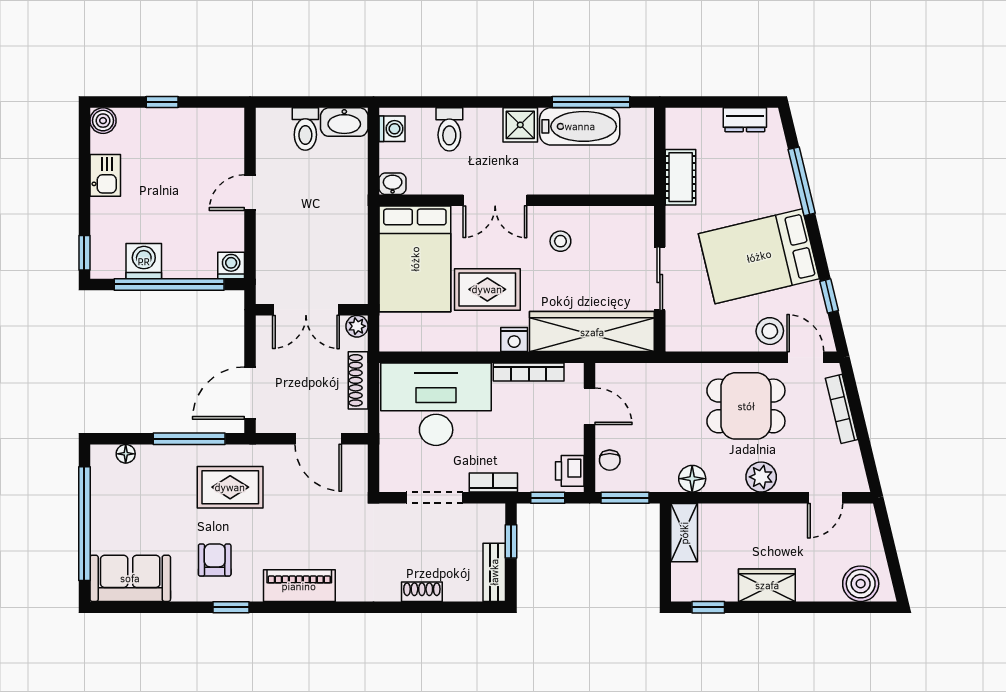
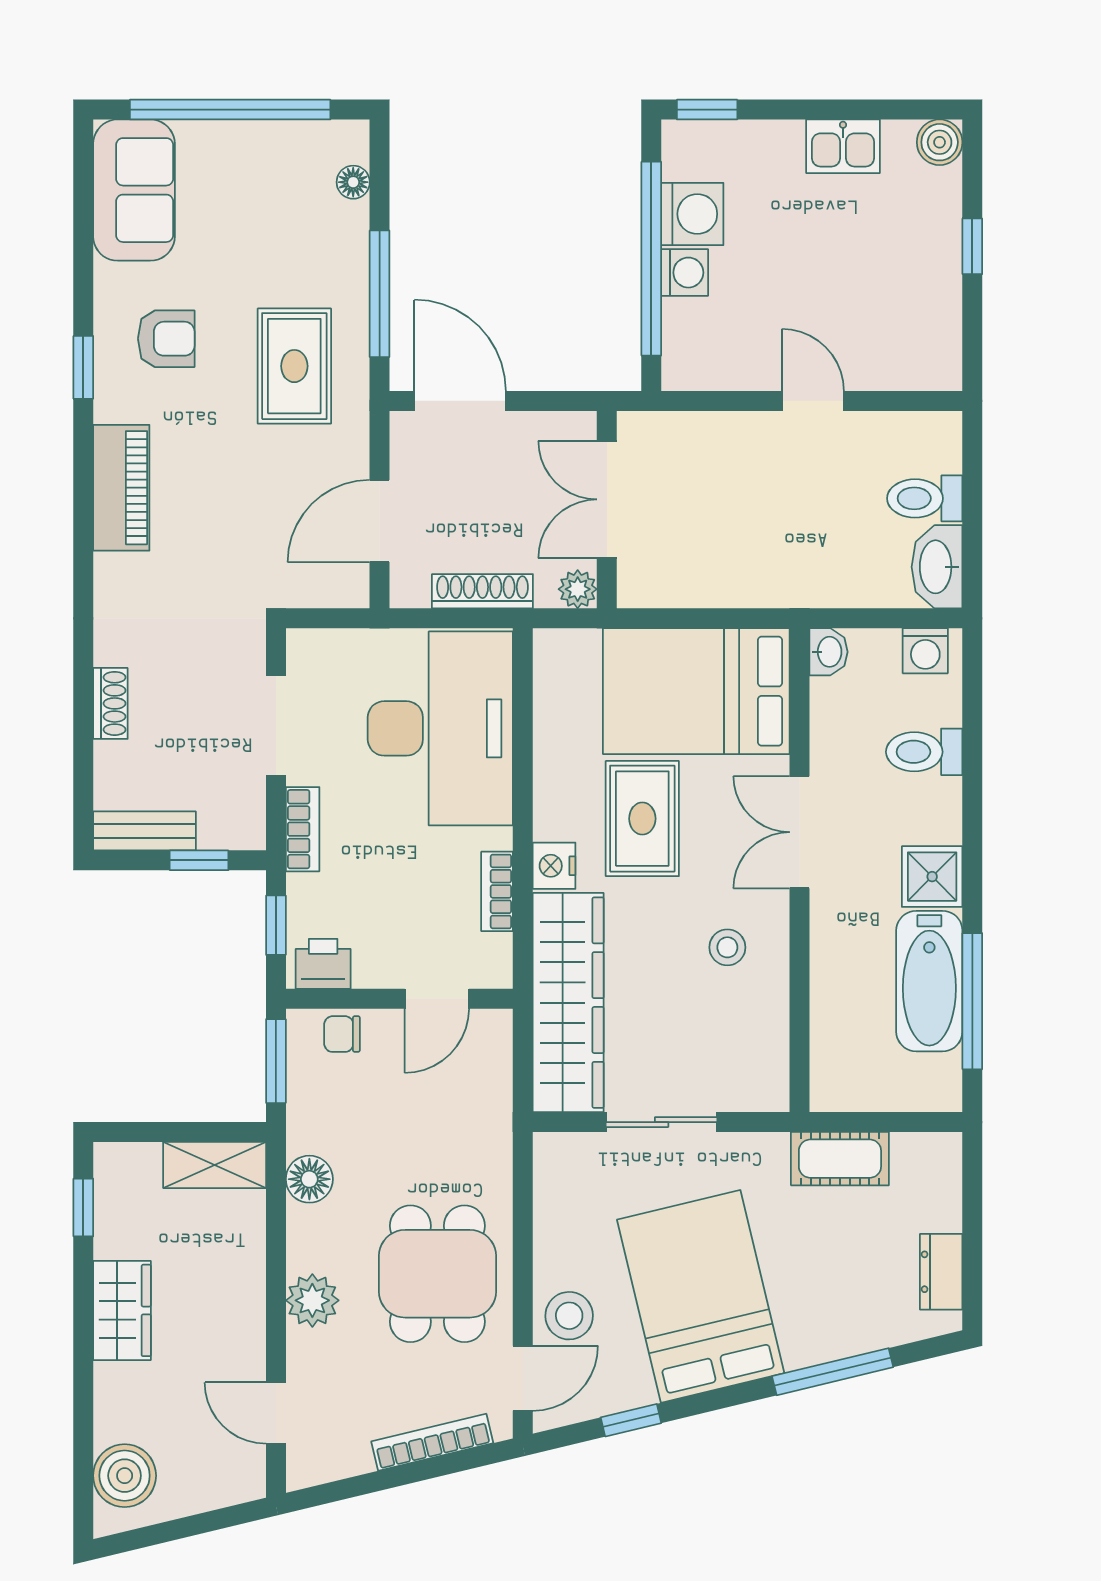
washing machine: (231, 265) -> (685, 273), moved
bookcase: (529, 372) -> (497, 891), width x0.64

